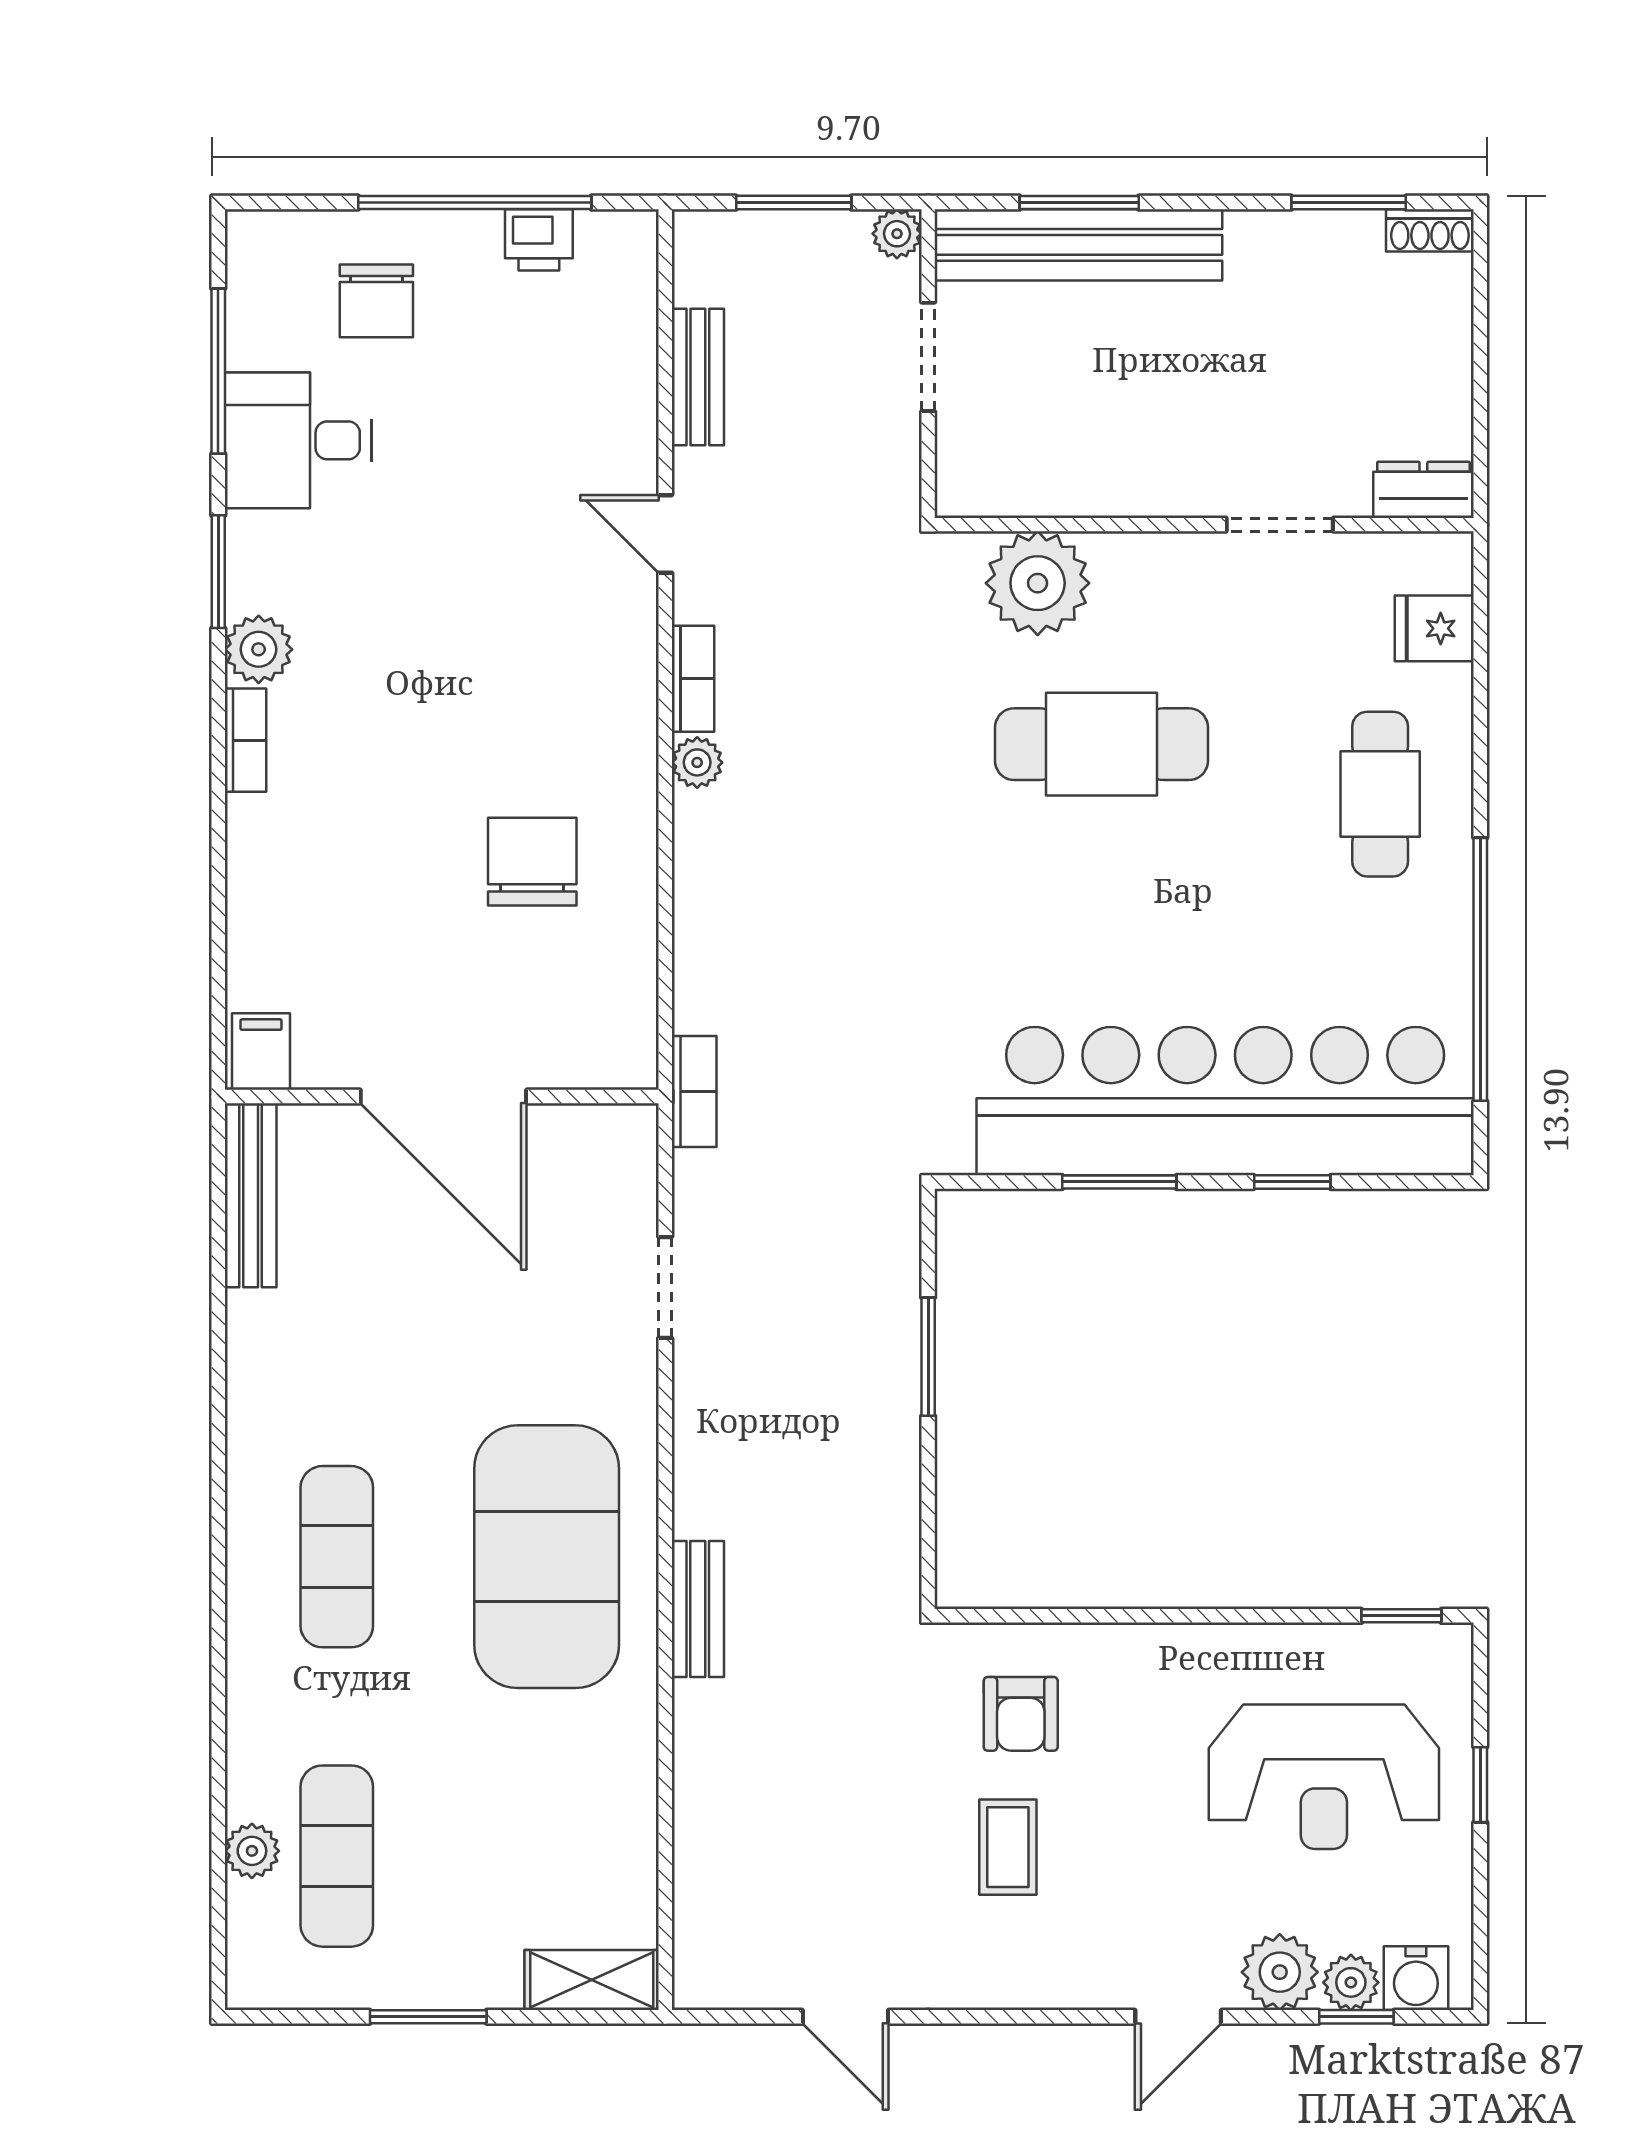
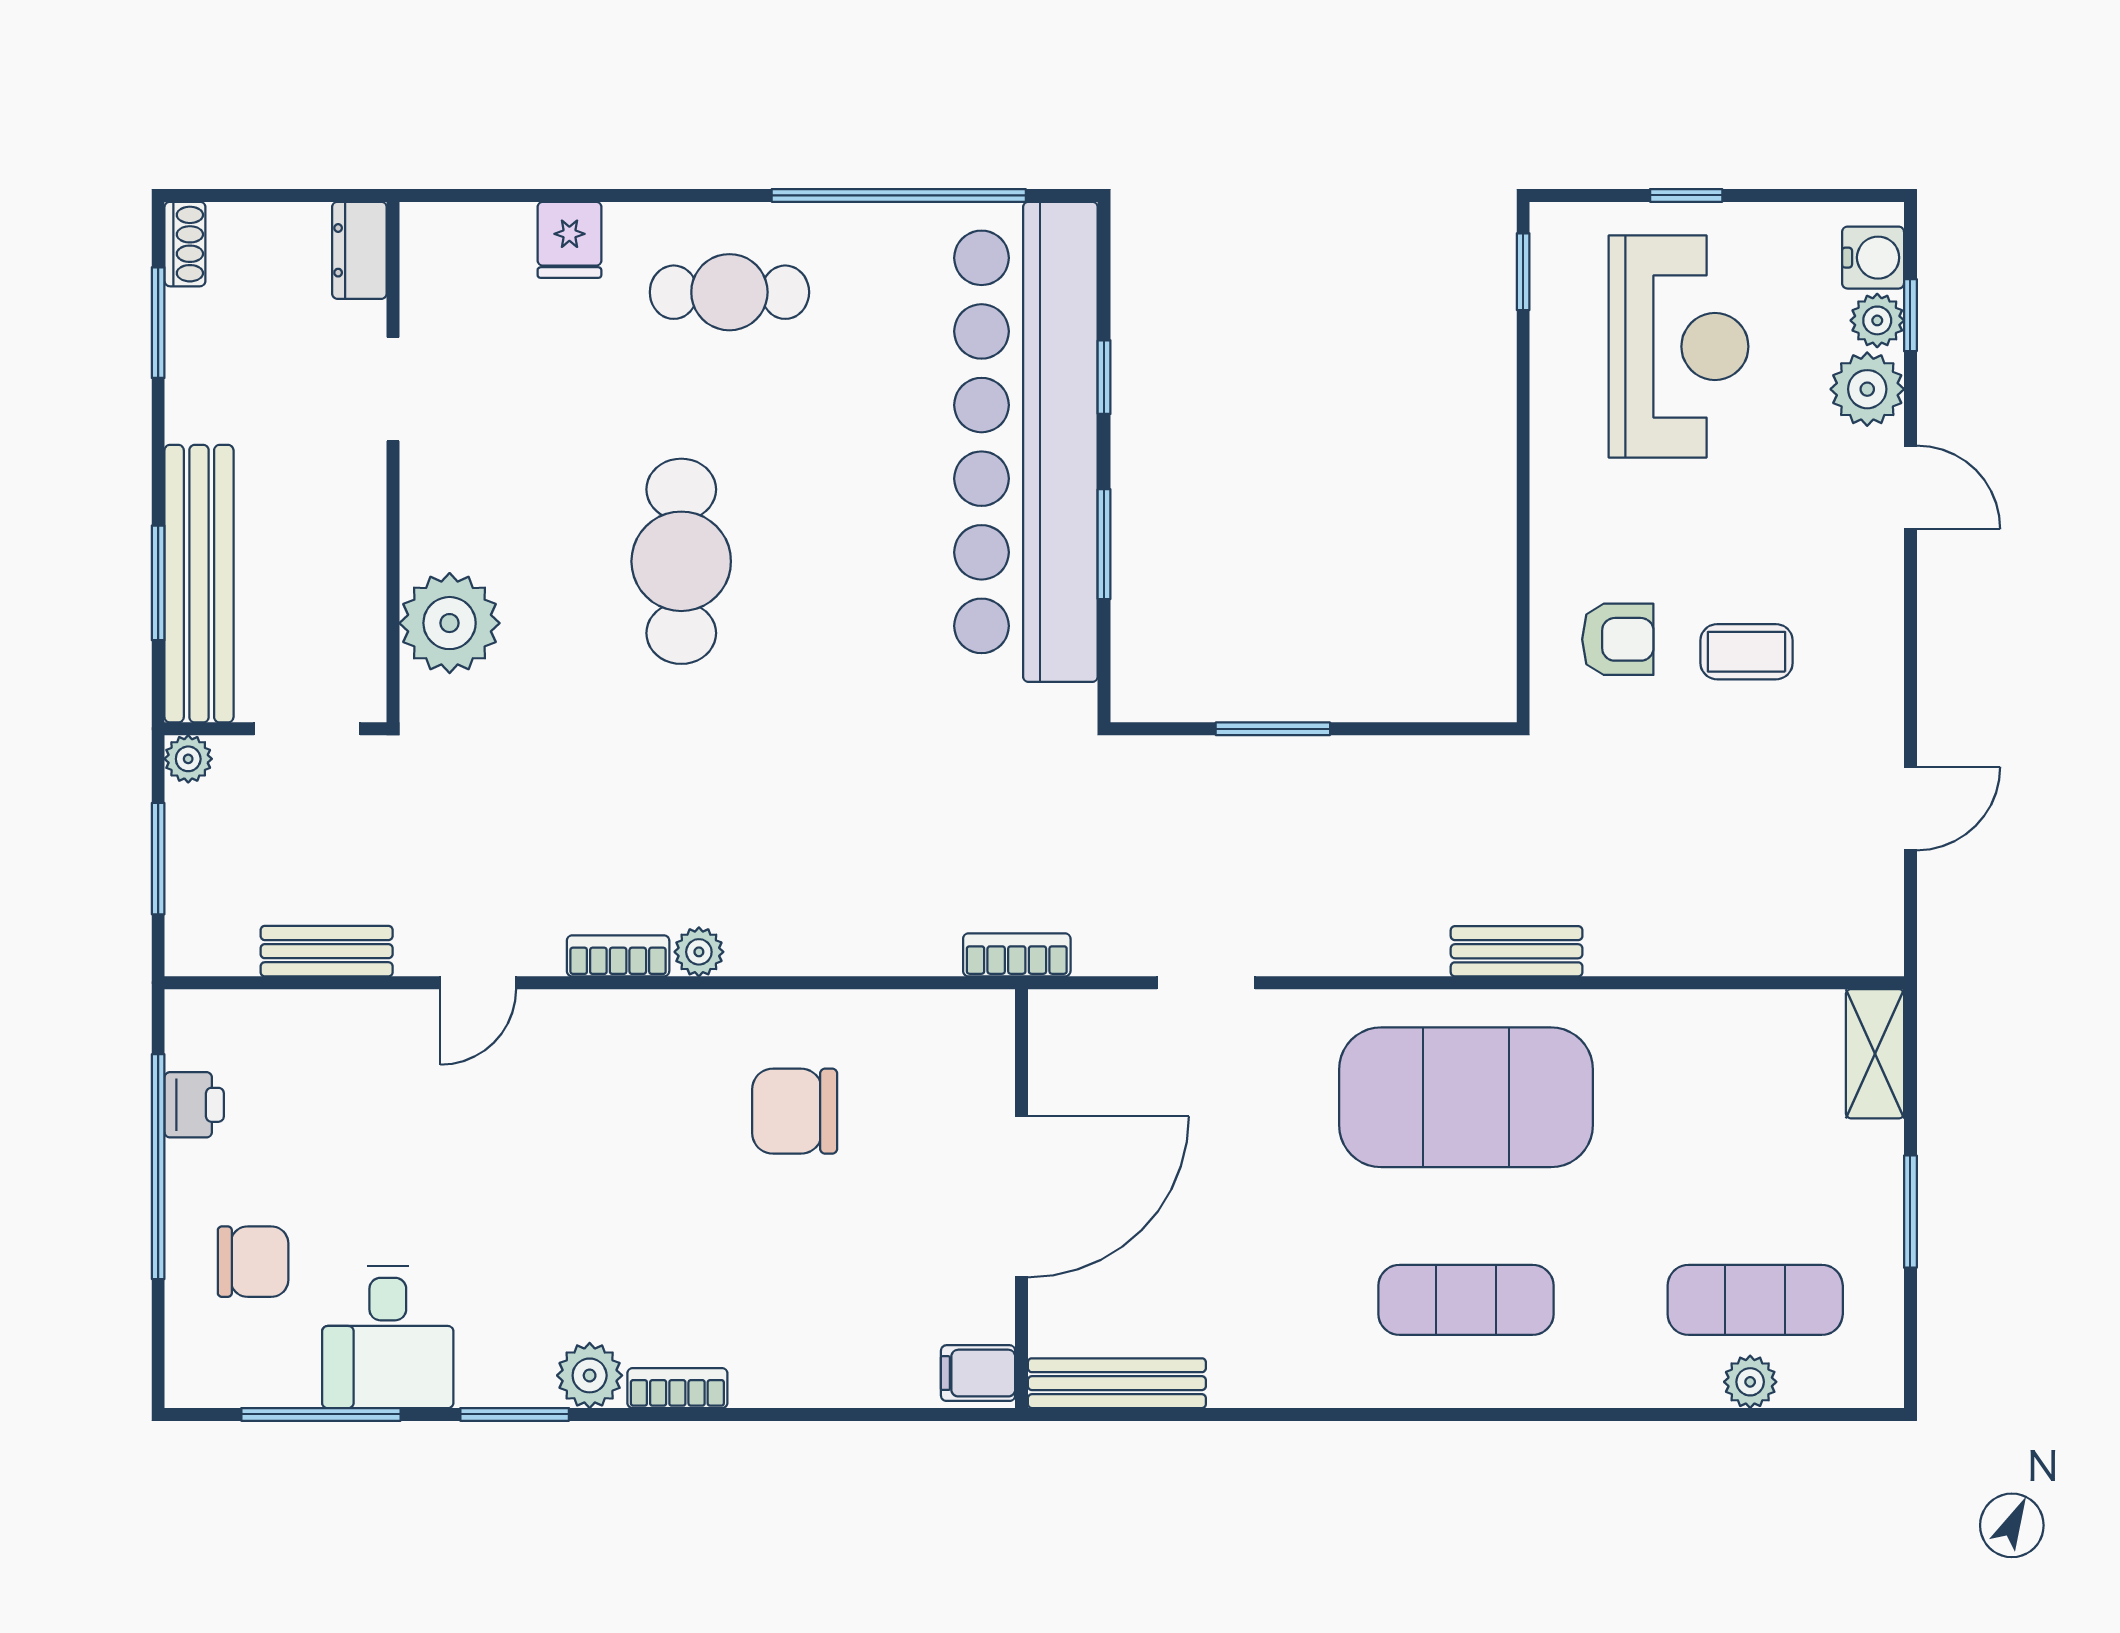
dresser: (1423, 490) -> (359, 250), moved
wall: (1204, 525) -> (393, 462), moved
doorway: (1280, 525) -> (393, 389), moved
plant: (1038, 583) -> (450, 623), moved

